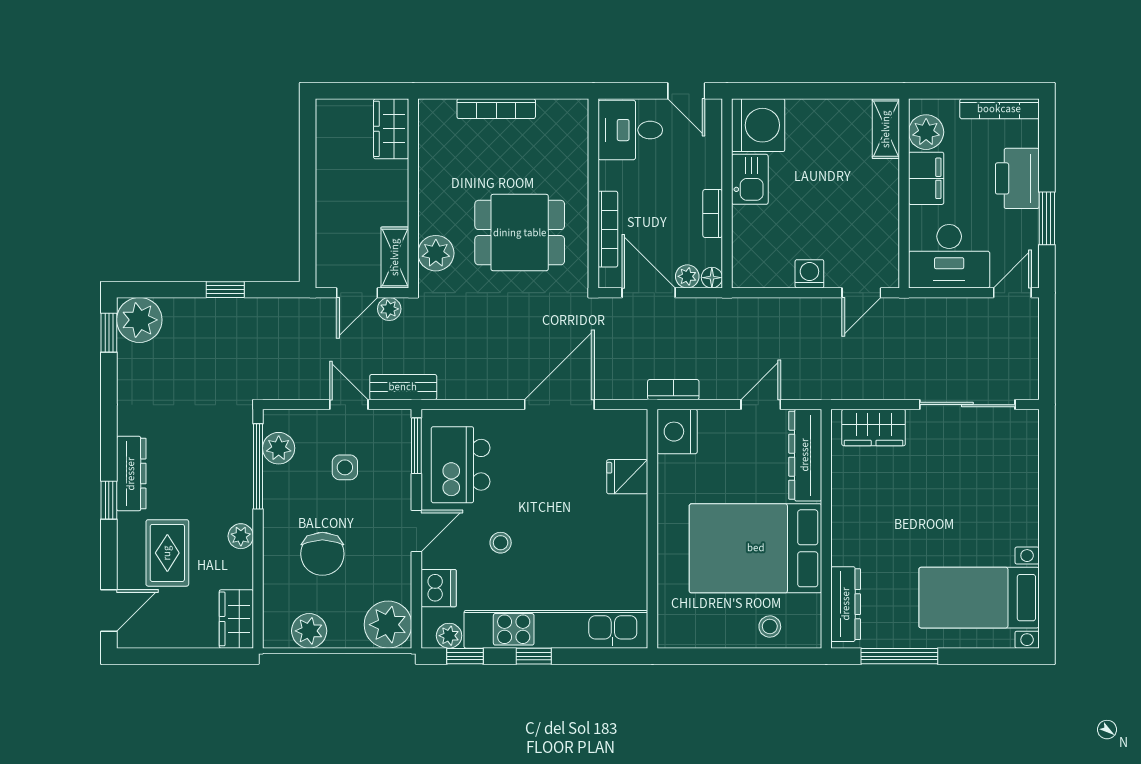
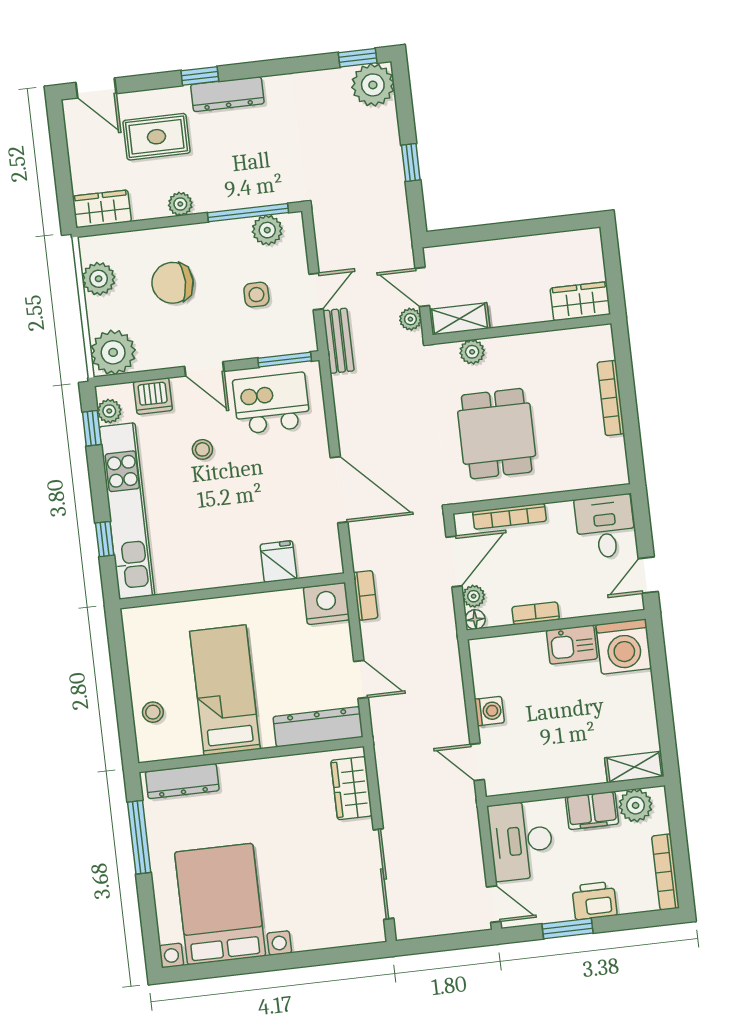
printer: (1017, 178) -> (594, 901), width x0.73, depth x0.84
plant: (436, 253) -> (472, 352), width x0.73, depth x0.73
bed: (756, 548) -> (225, 690), width x0.67
bed with nightstands: (979, 598) -> (220, 904), width x1.36
window: (534, 656) -> (105, 539), moved

